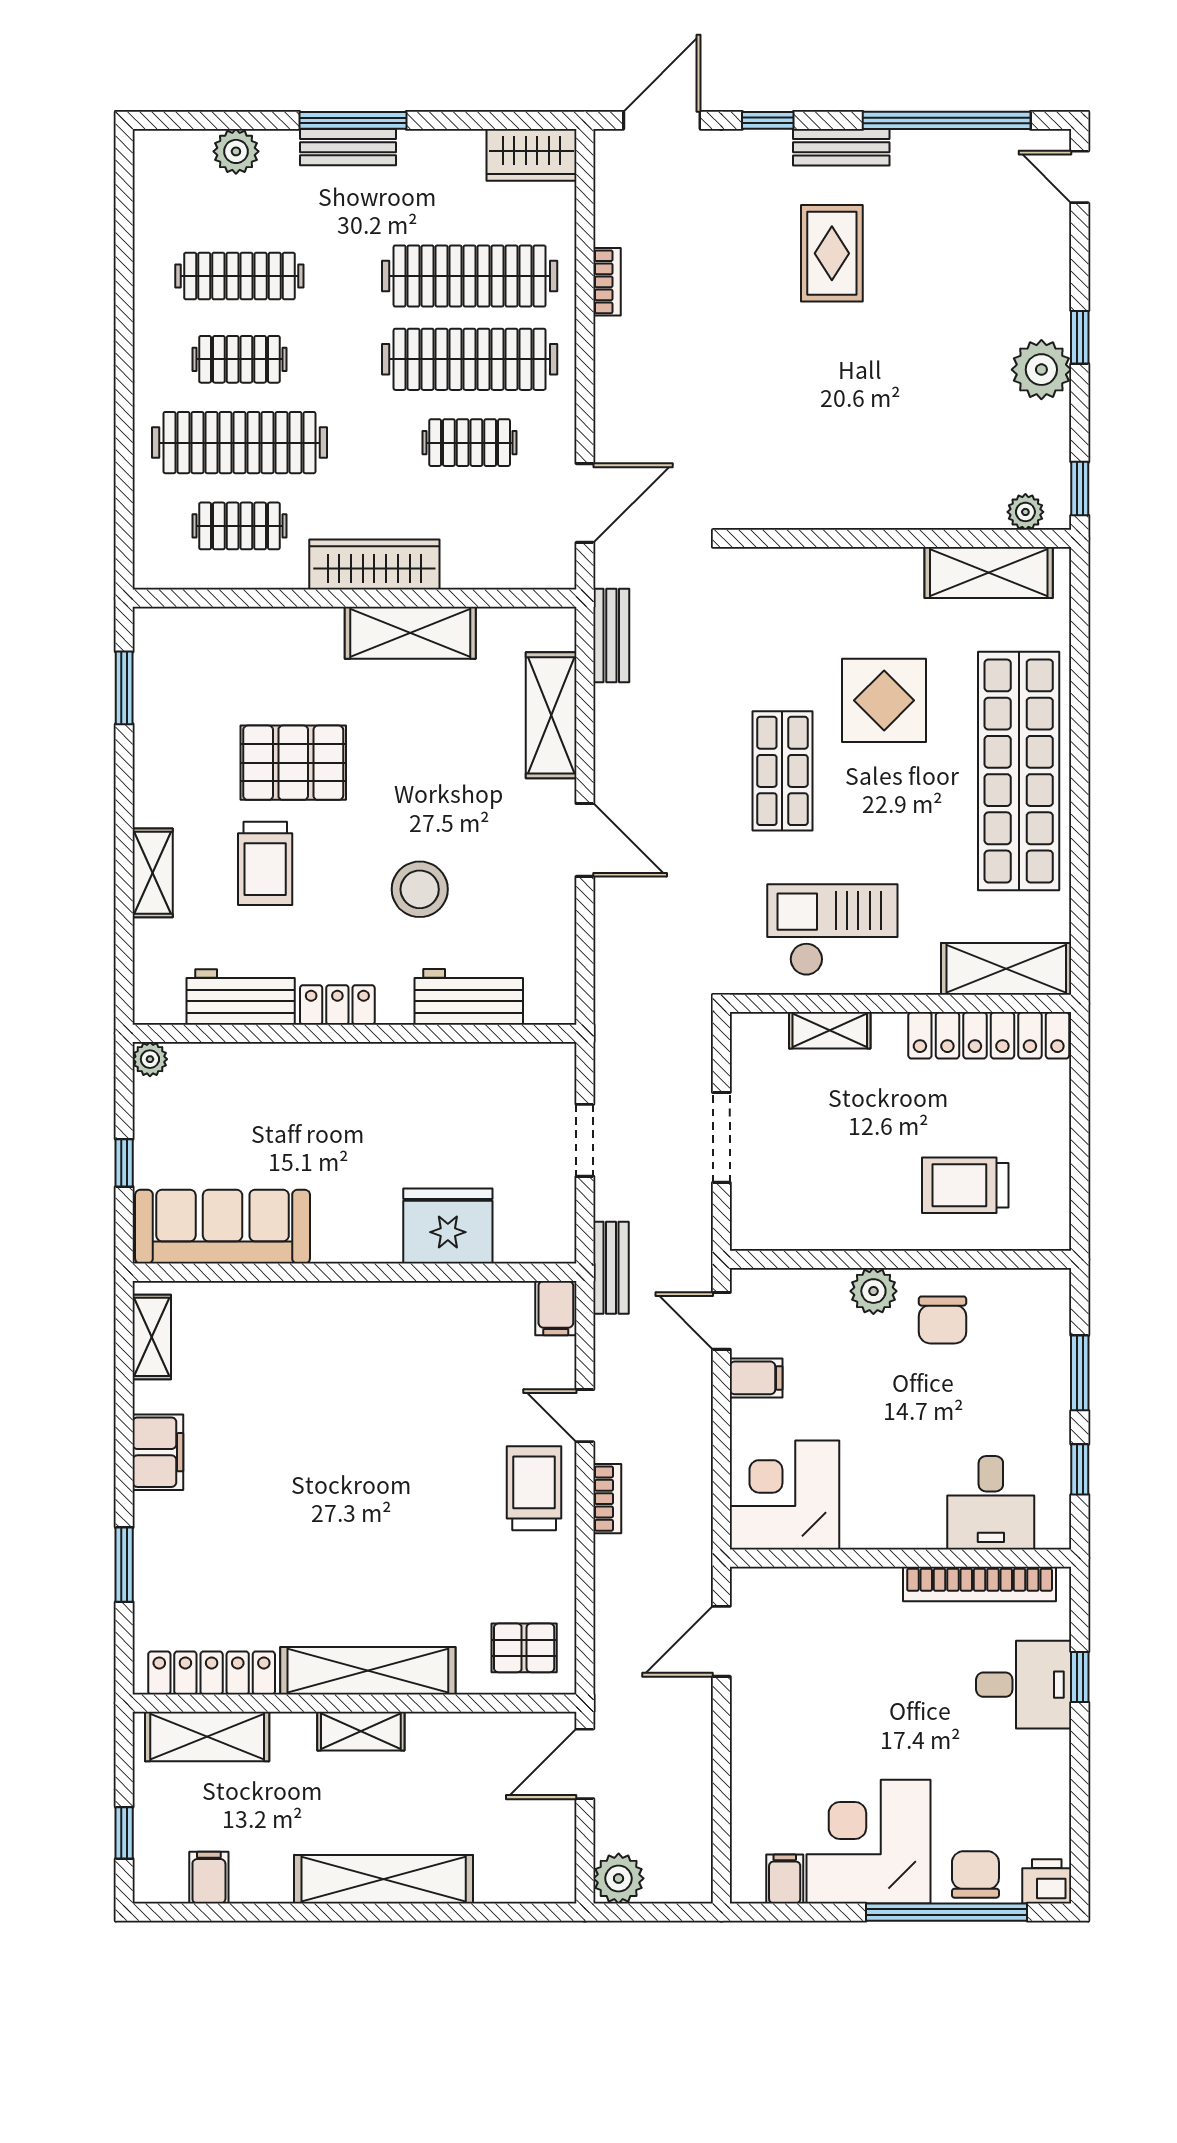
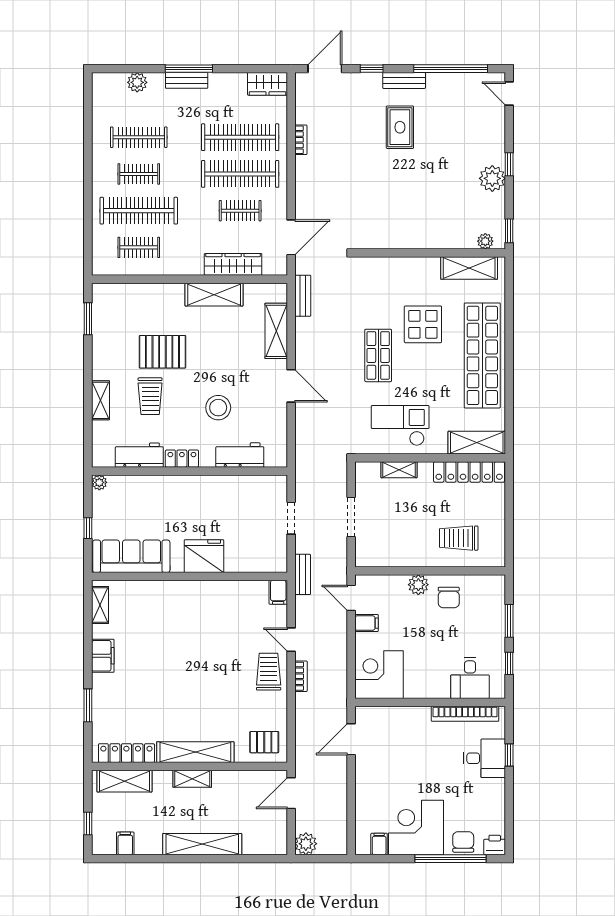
wardrobe: (374, 565) -> (233, 264), moved
fridge: (448, 1226) -> (204, 556), moved

